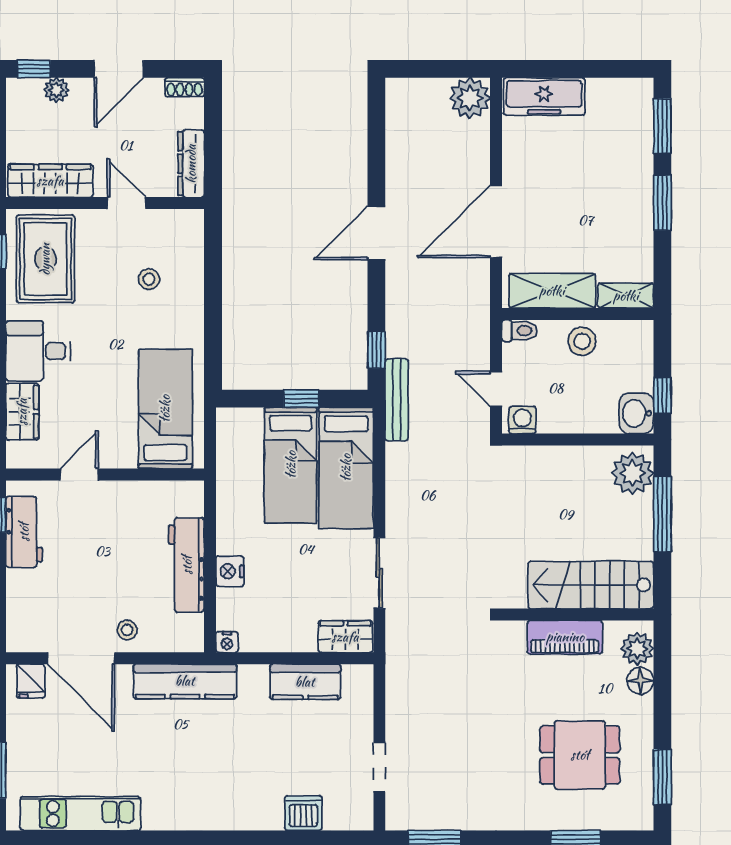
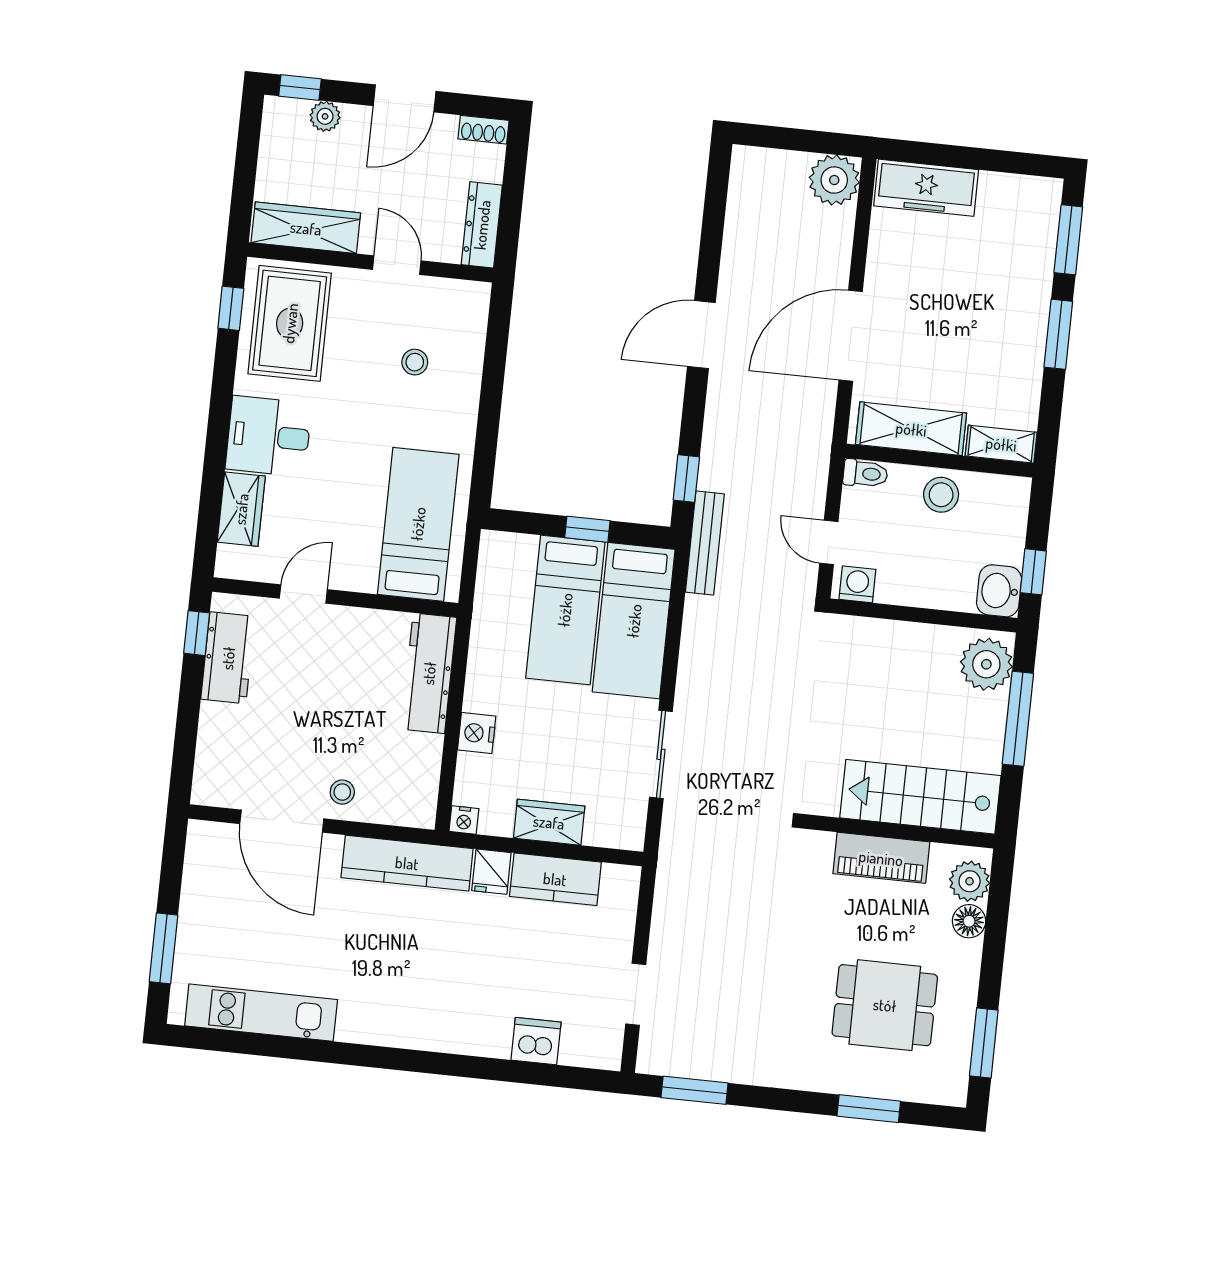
workbench: (187, 565) -> (429, 673), moved
wardrobe: (345, 637) -> (549, 822), moved
fridge: (31, 681) -> (491, 872), moved

